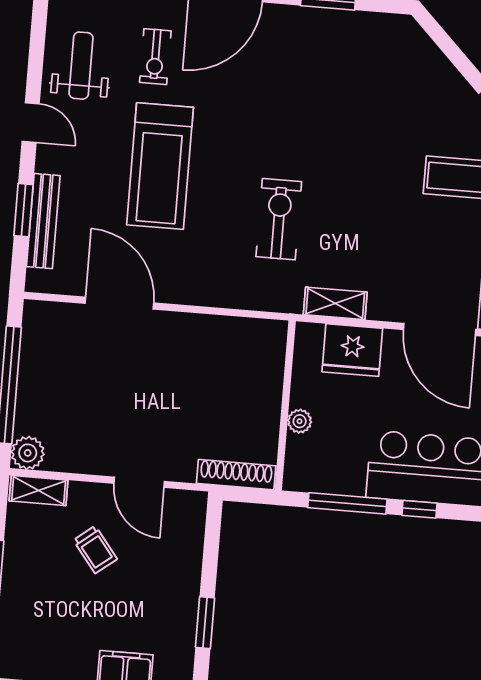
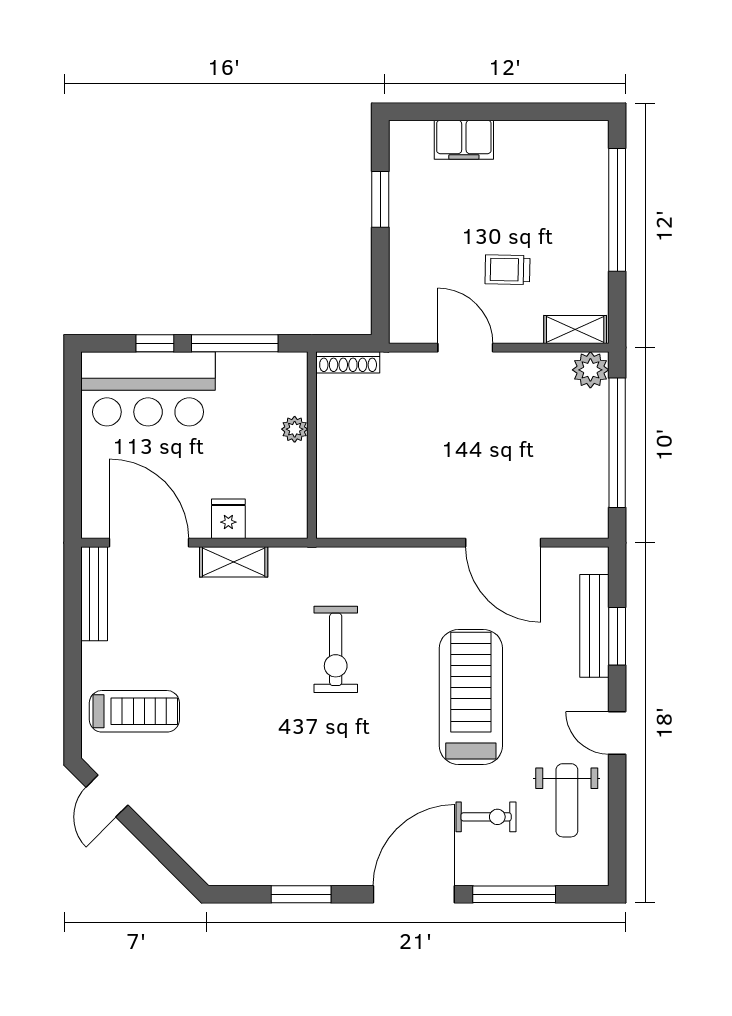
exercise bike: (155, 57) -> (486, 817), turned 90
shelving: (335, 303) -> (234, 562), moved
fridge: (352, 350) -> (228, 519), width x0.53, depth x0.75
shoe rack: (236, 475) -> (348, 362), width x0.74, depth x0.81
trolley: (95, 550) -> (507, 270), turned -51

